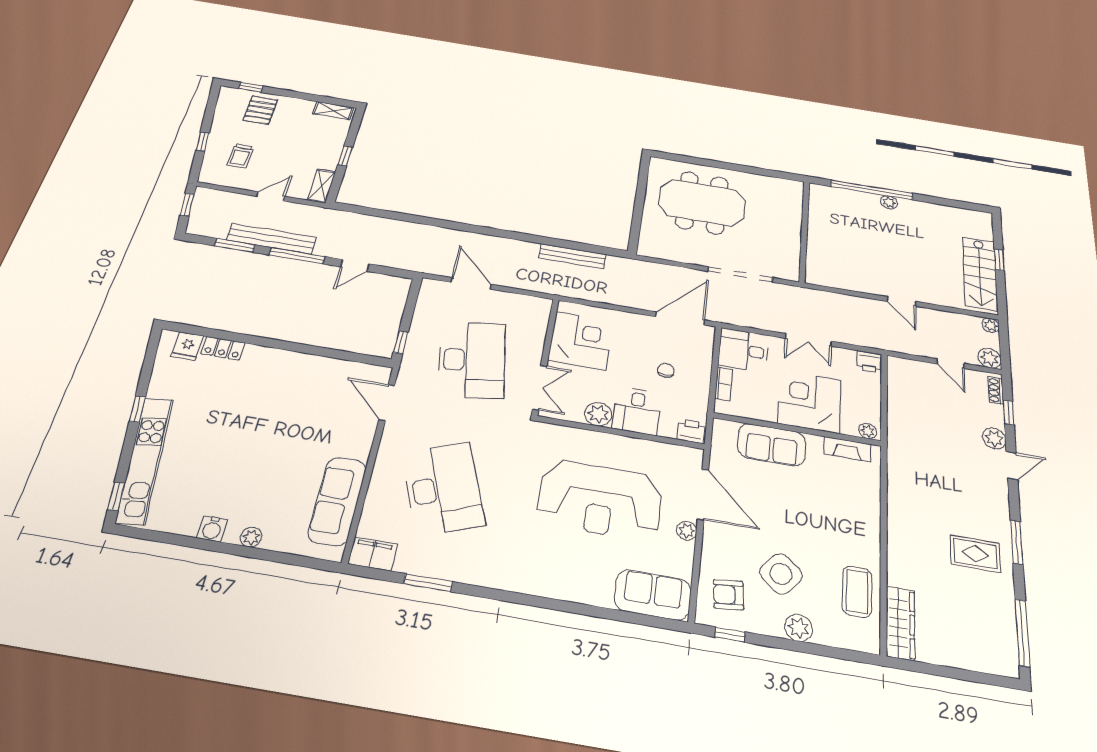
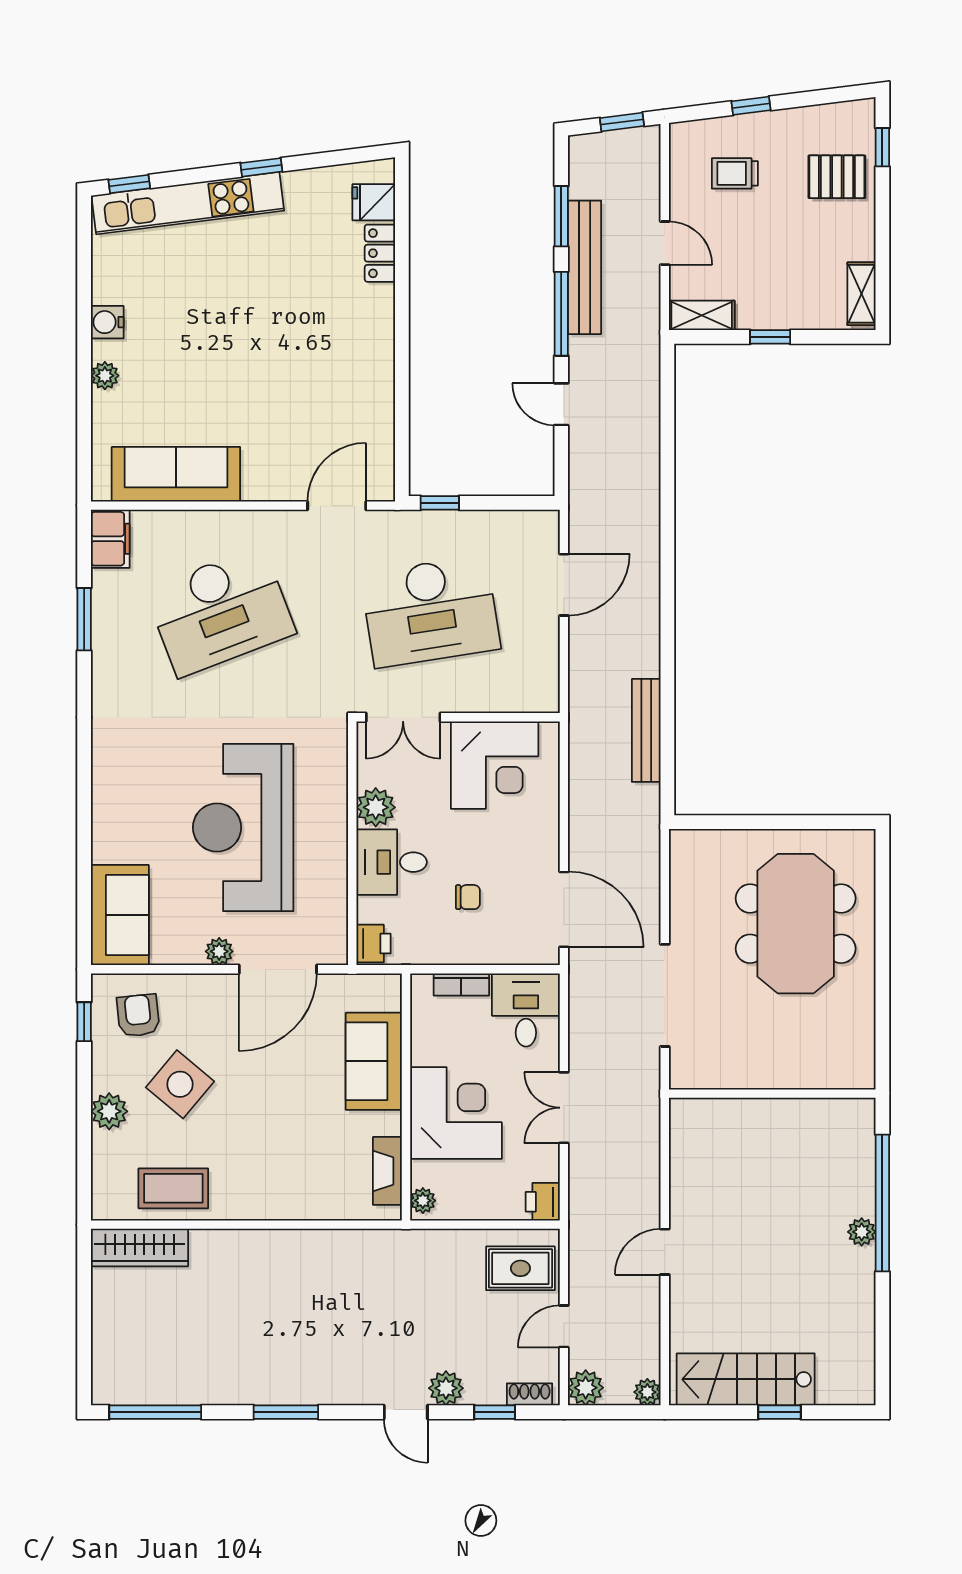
rug: (975, 554) -> (520, 1268), moved, turned 90

